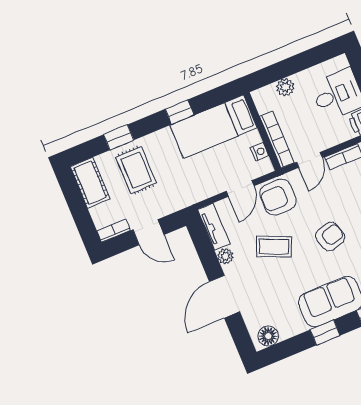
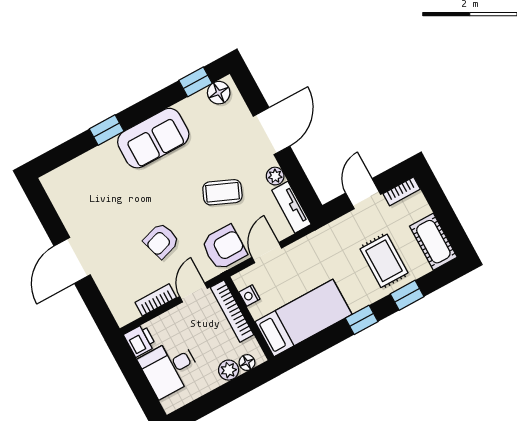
floor lamp: (268, 92) -> (247, 363), added
window: (180, 112) -> (362, 320), moved
door: (148, 232) -> (363, 194), hinge flipped
armchair: (330, 236) -> (161, 241), moved
window: (325, 333) -> (195, 82), moved

